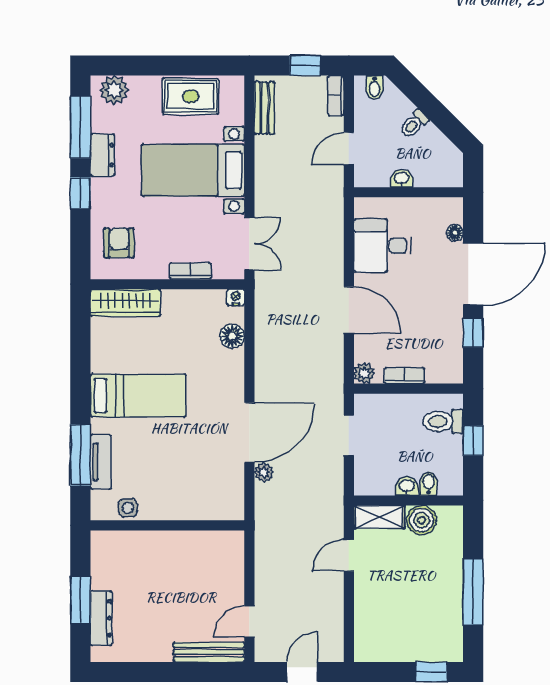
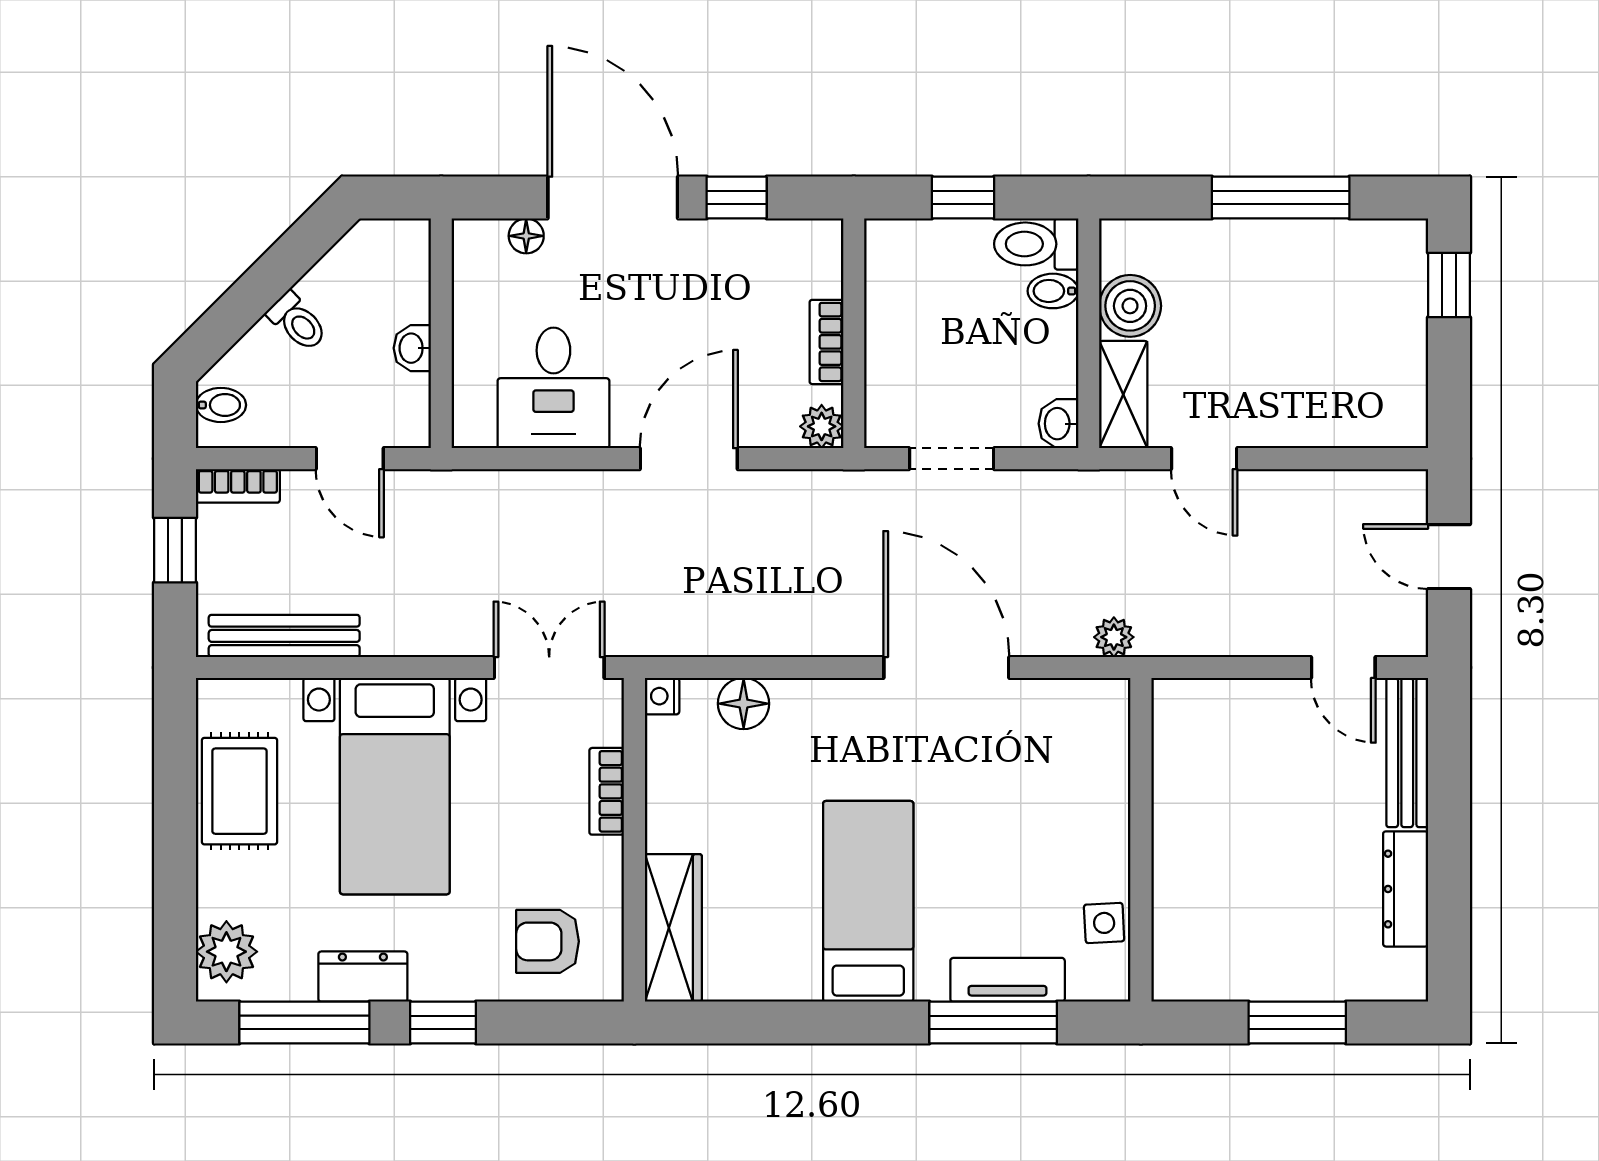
bench: (264, 108) -> (284, 636), width x1.36
toilet: (443, 421) -> (1036, 244), moved, turned 90
plant: (264, 472) -> (1114, 637), moved
washbasin: (407, 486) -> (1058, 424), moved
dresser: (101, 618) -> (1406, 889), moved, turned -90

